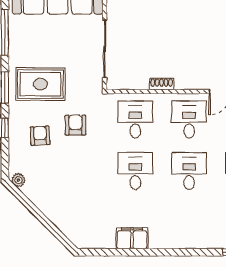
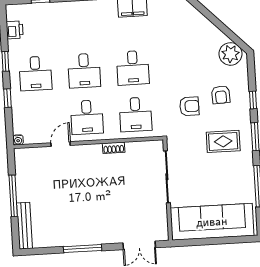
rug: (40, 84) -> (223, 141), width x0.73, depth x0.70
armchair: (75, 125) -> (189, 106), turned -90
plant: (18, 180) -> (230, 54), width x1.88, depth x1.88

